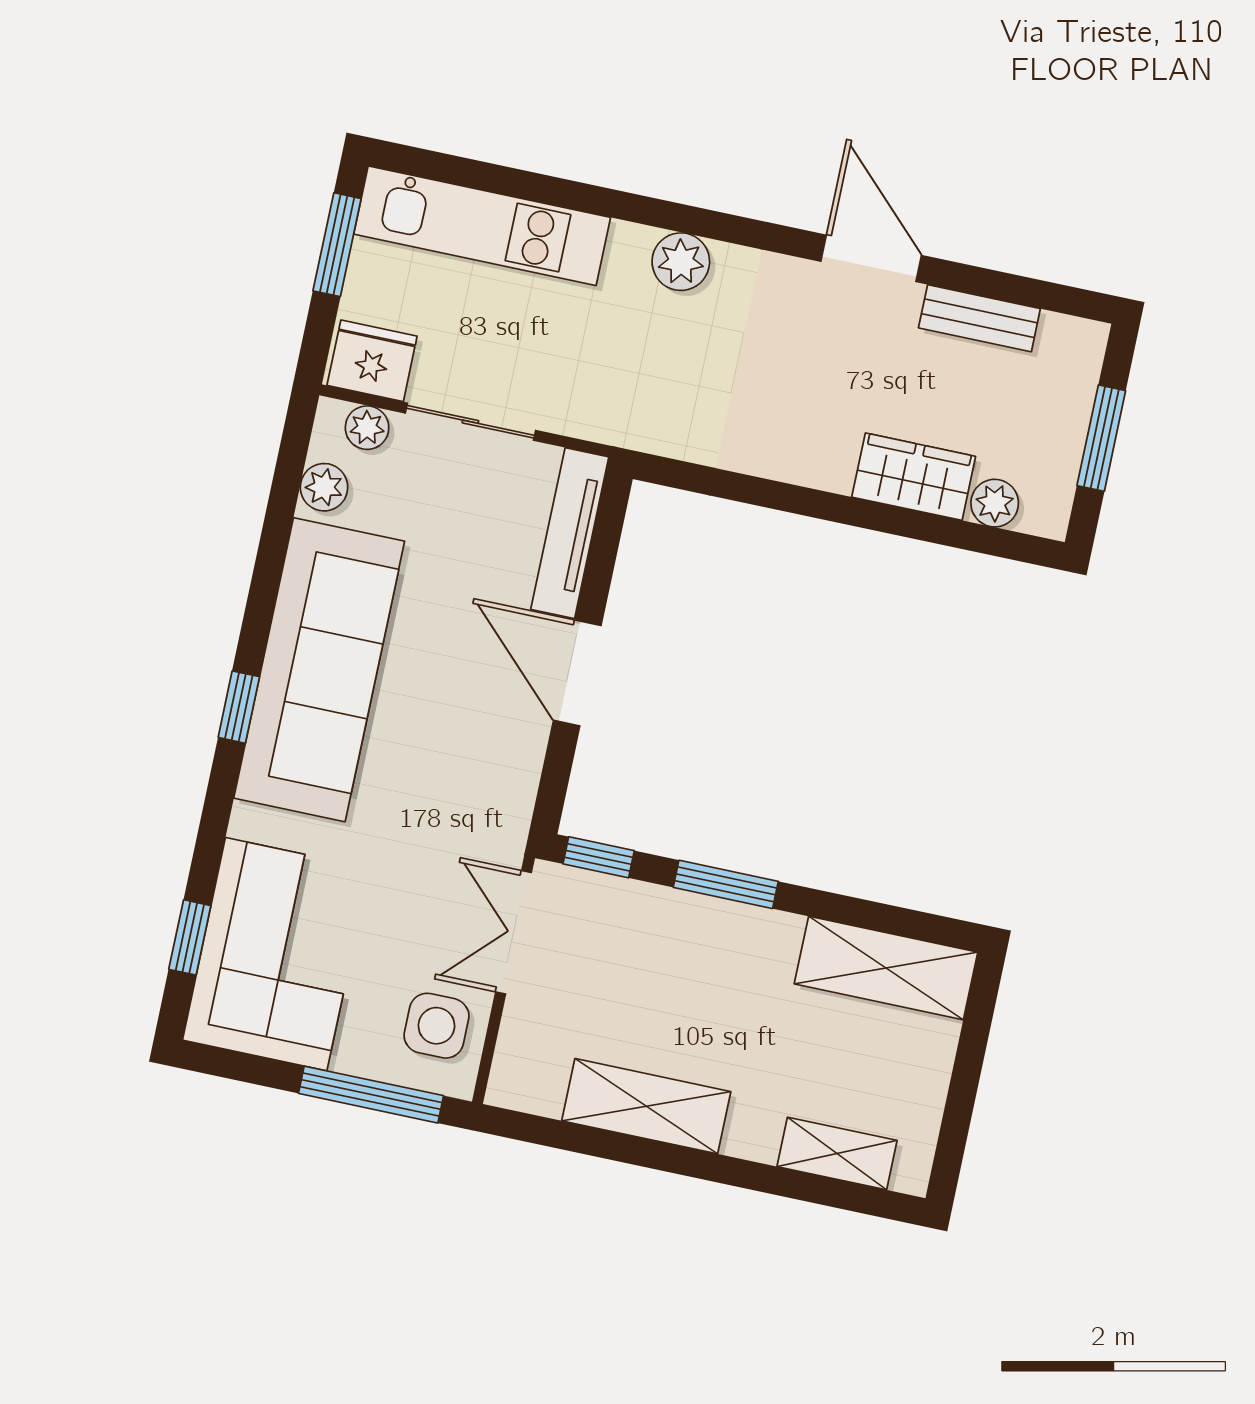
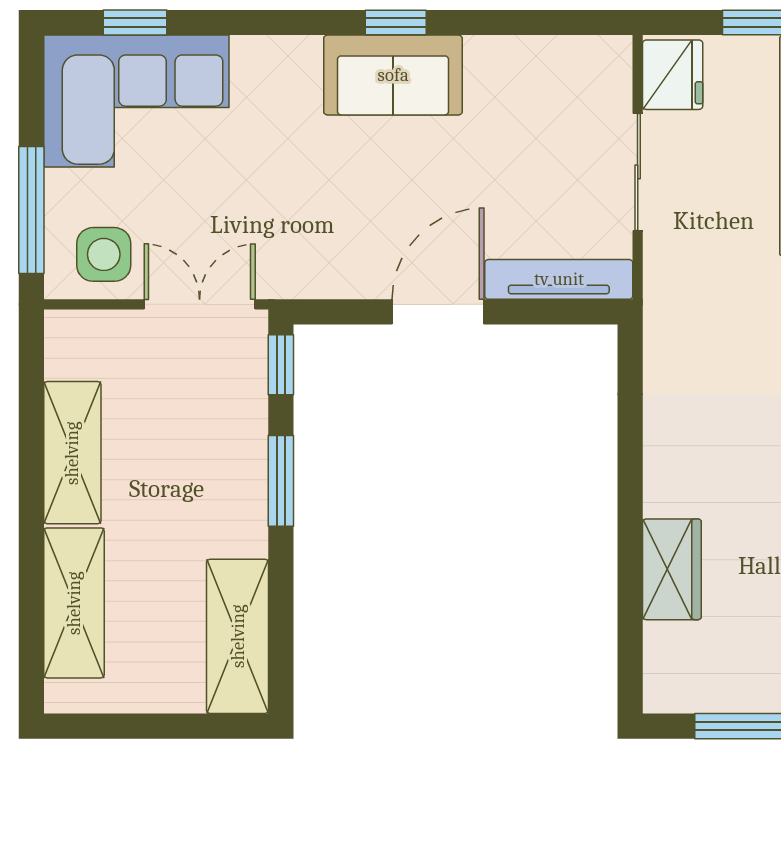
plant: (367, 428) -> (613, 83), removed
plant: (324, 487) -> (553, 56), removed
plant: (995, 503) -> (664, 645), removed
sofa: (319, 670) -> (393, 75), width x0.54, depth x0.79
window: (239, 707) -> (396, 23), moved
shelving: (837, 1154) -> (74, 603), width x1.50, depth x1.33

